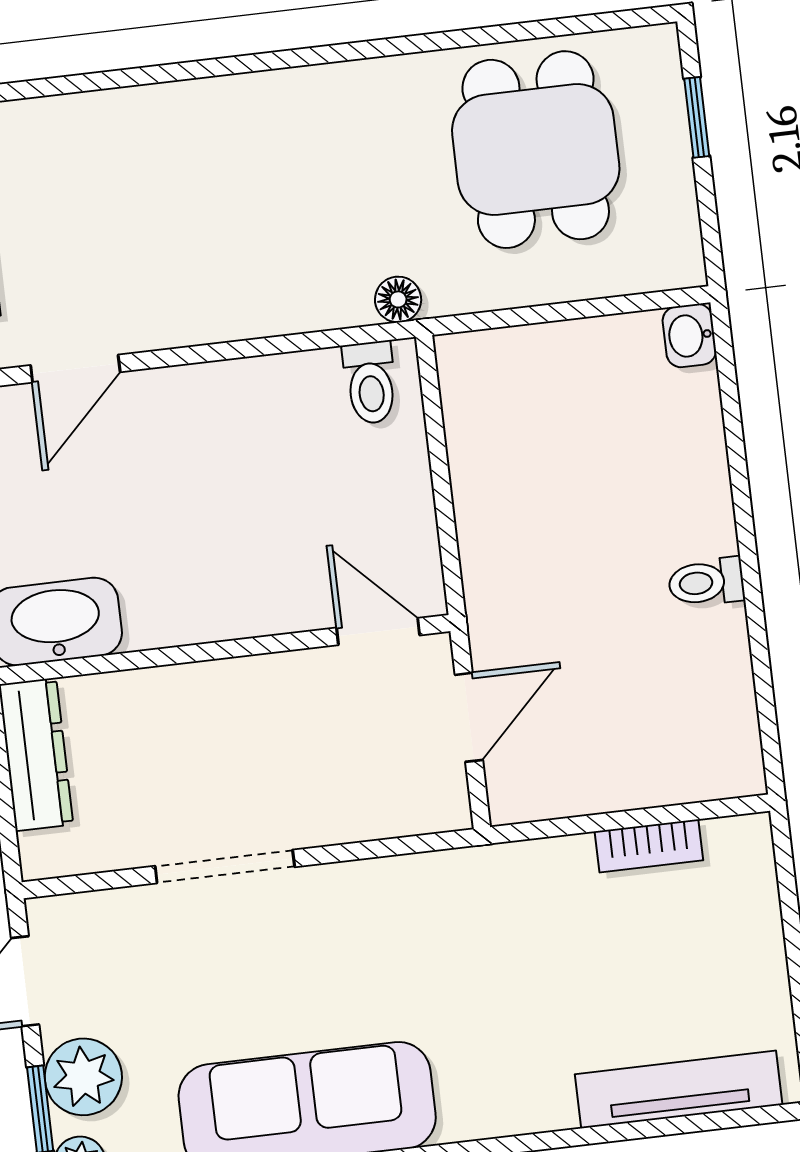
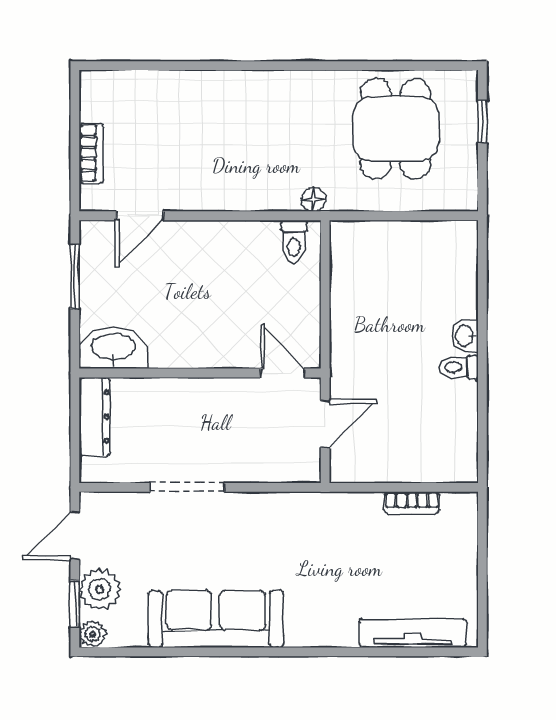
washbasin: (689, 336) -> (465, 336), moved

